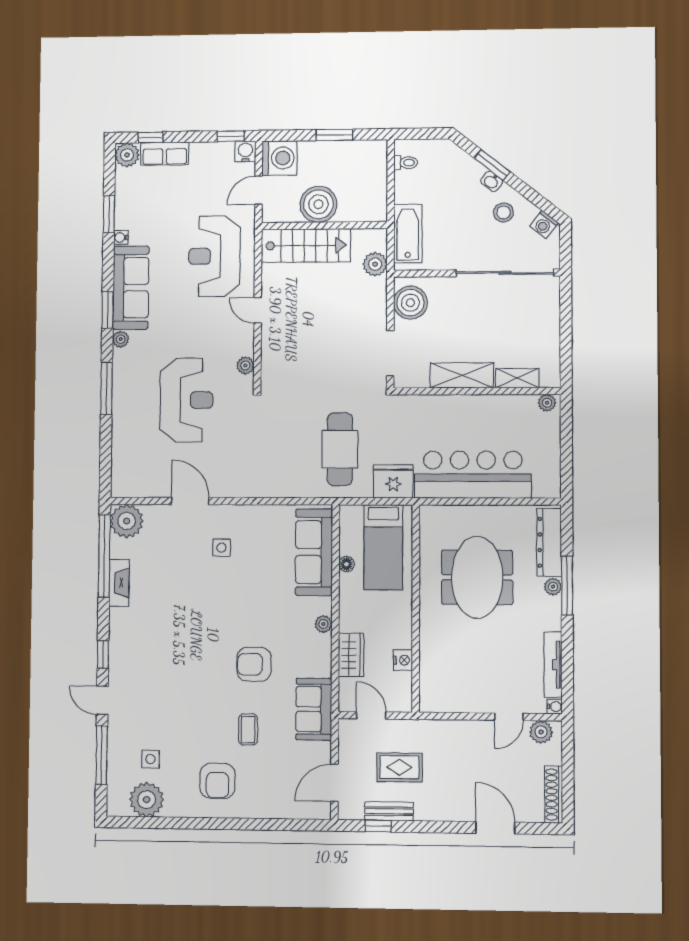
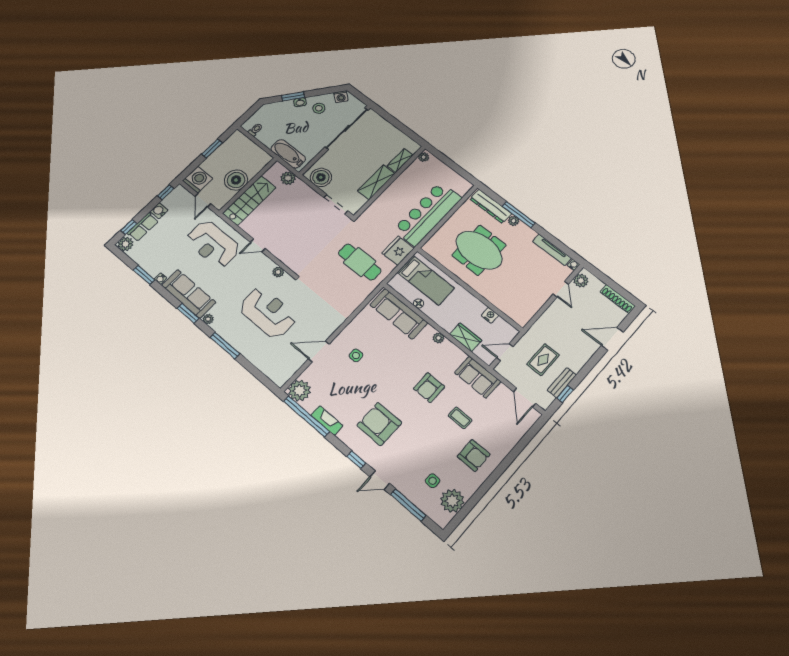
water cooler: (245, 152) -> (159, 211), moved
armchair: (164, 645) -> (379, 424), added

